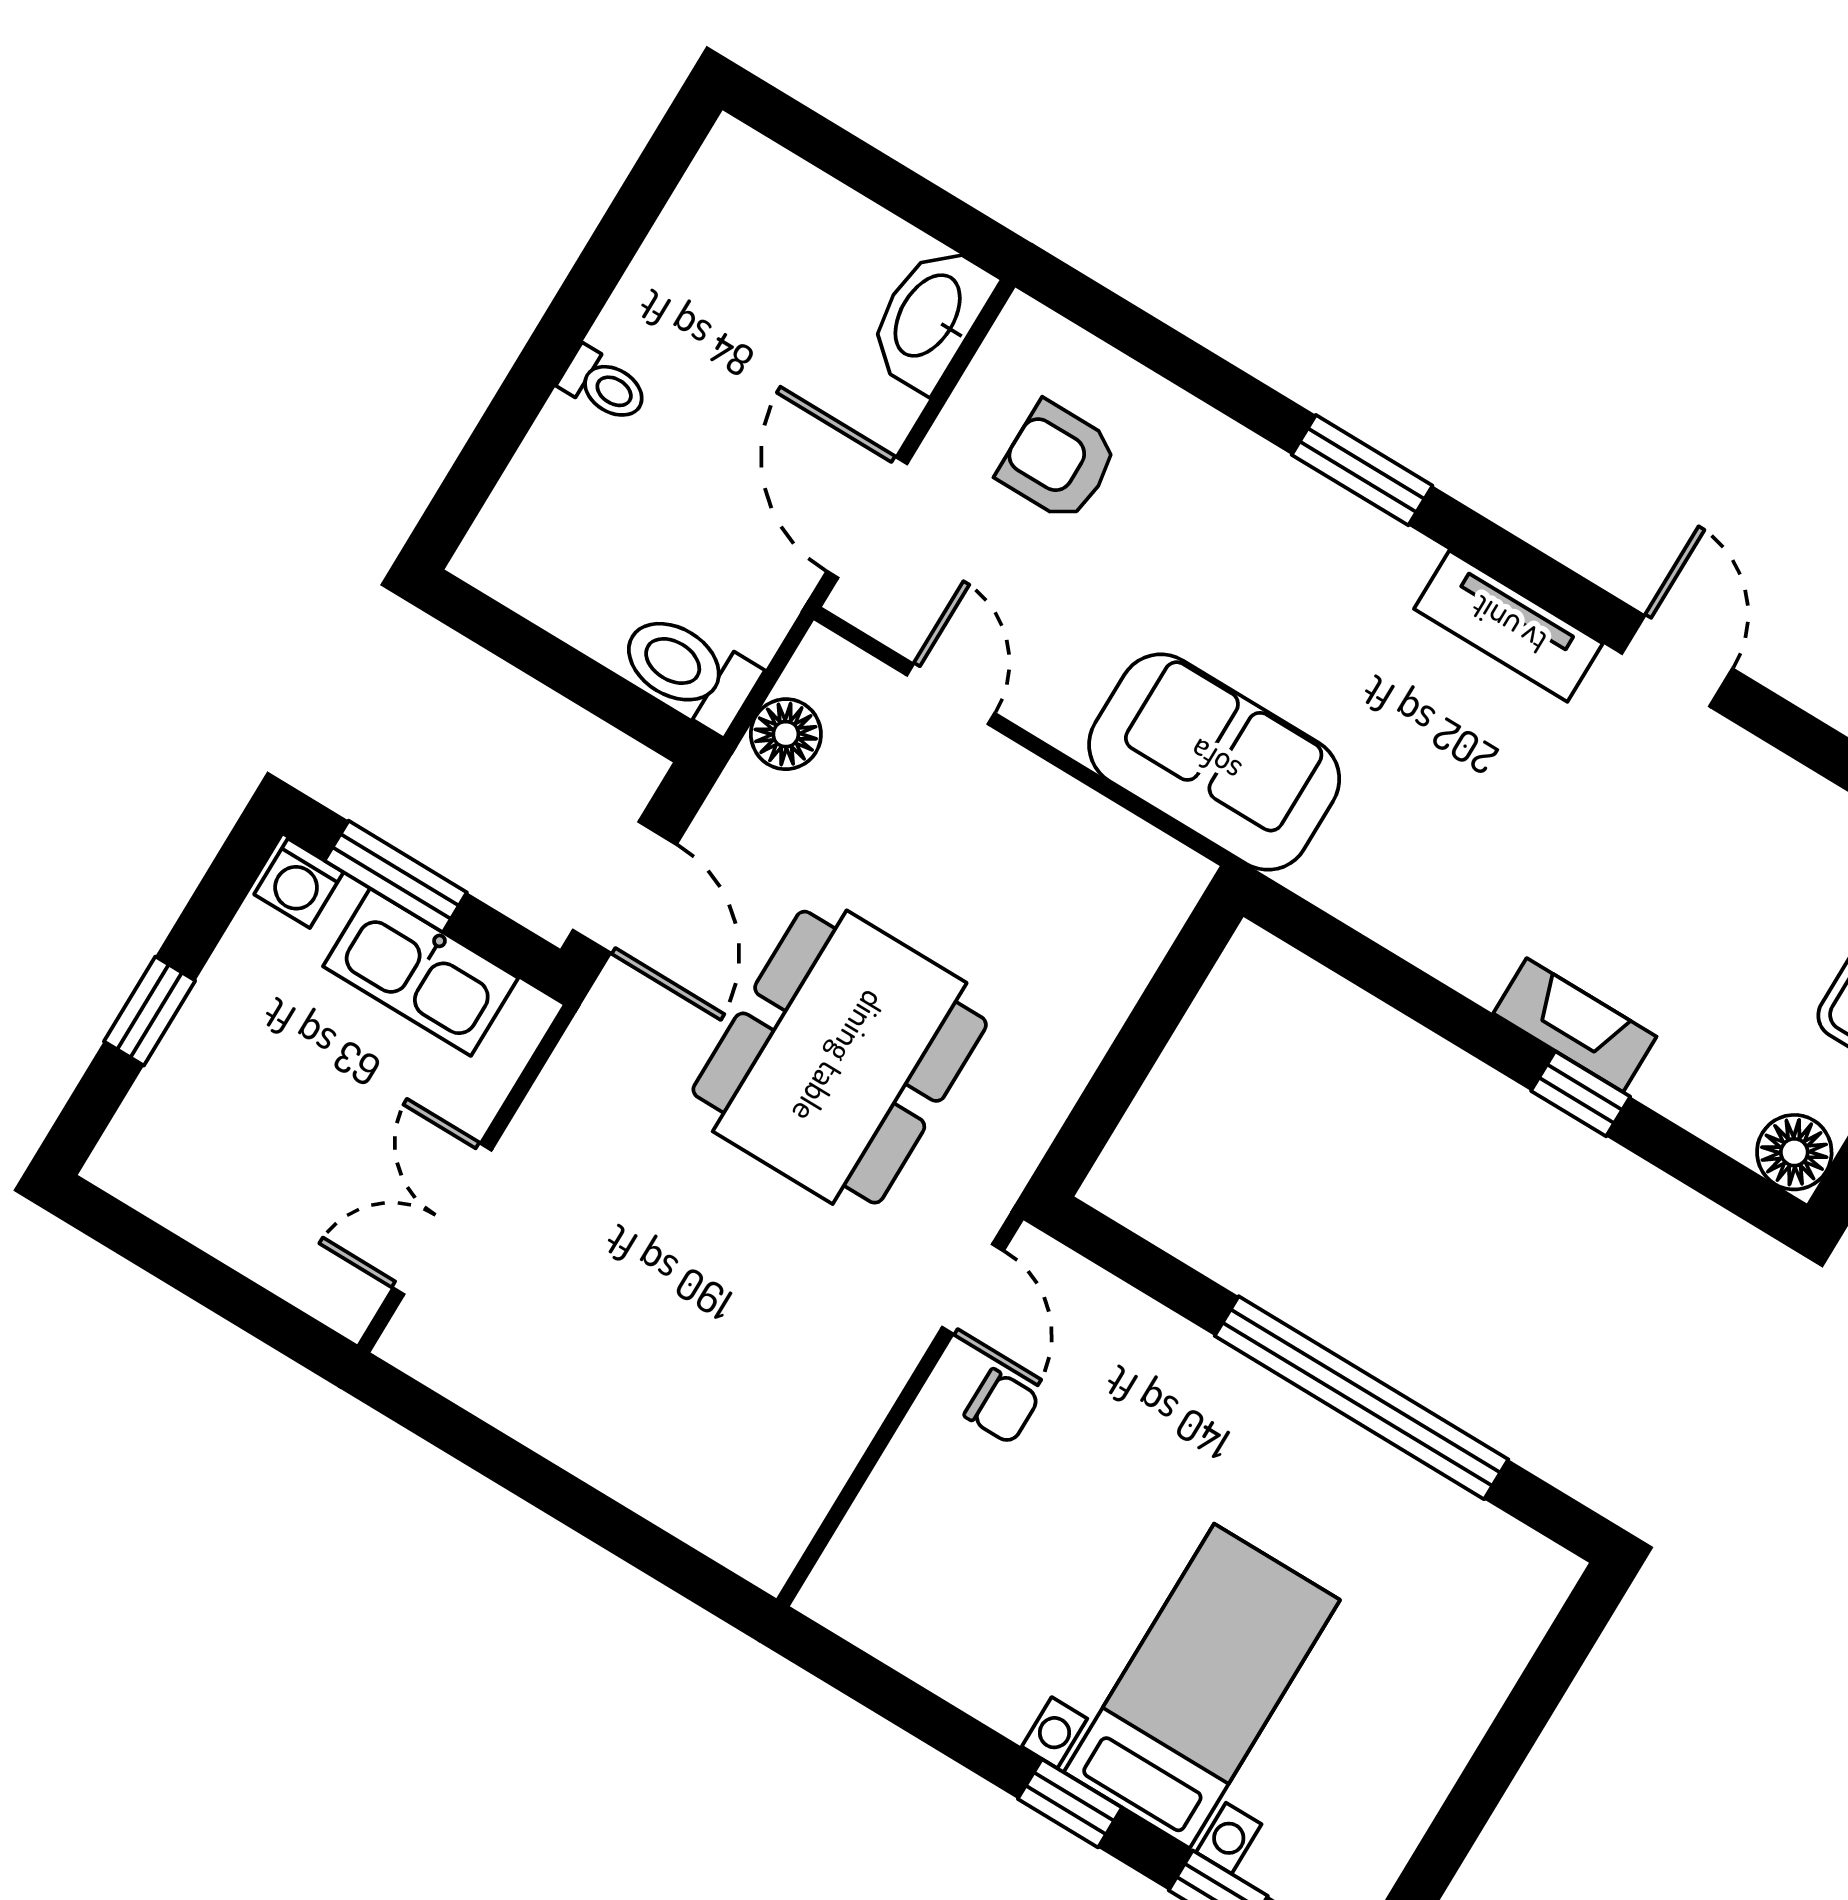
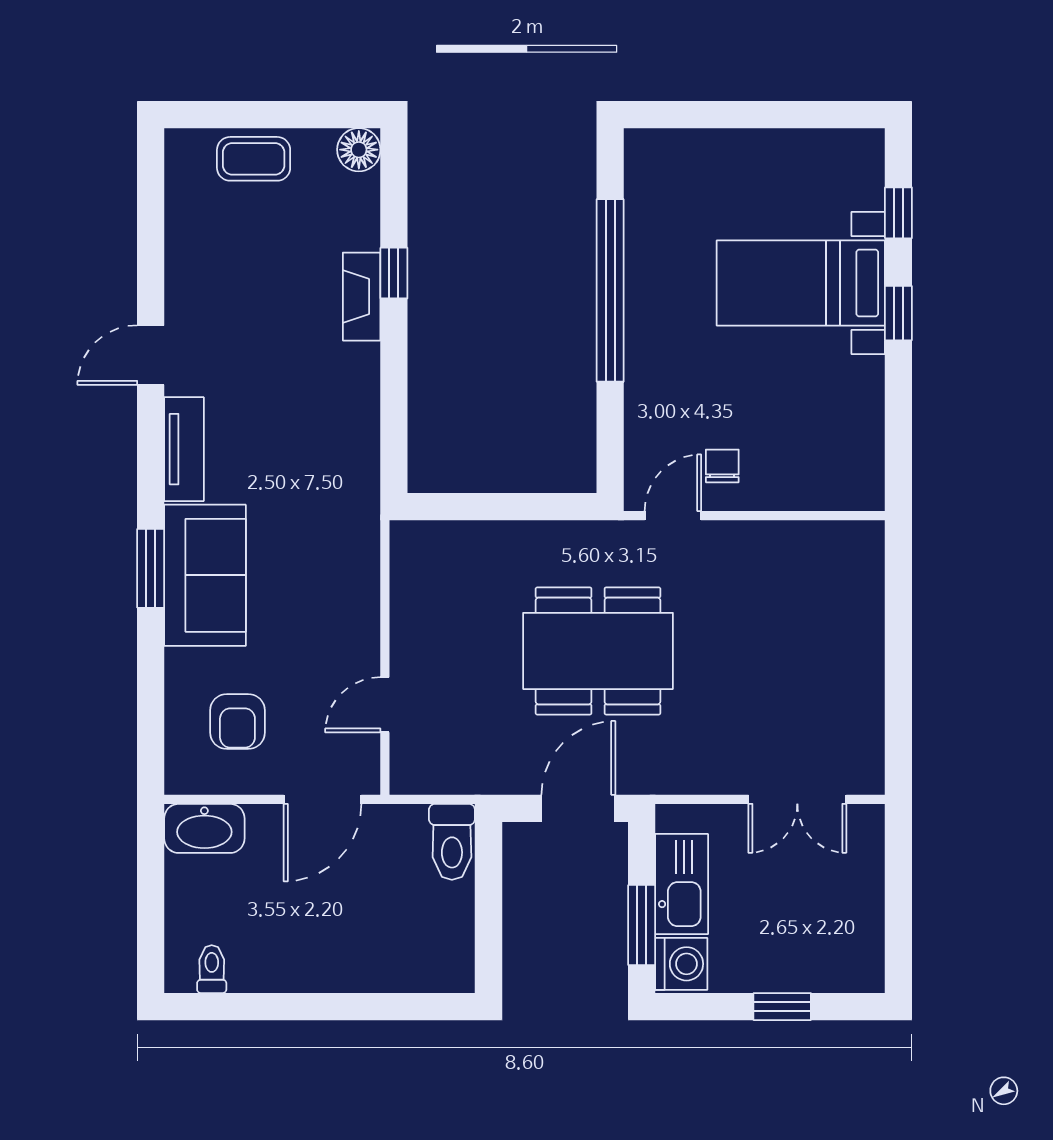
toilet: (604, 385) -> (212, 969), moved
floor lamp: (786, 734) -> (454, 775), removed
sofa: (1214, 762) -> (205, 575), moved, turned 180
washing machine: (299, 883) -> (681, 964), width x1.38, depth x1.38

